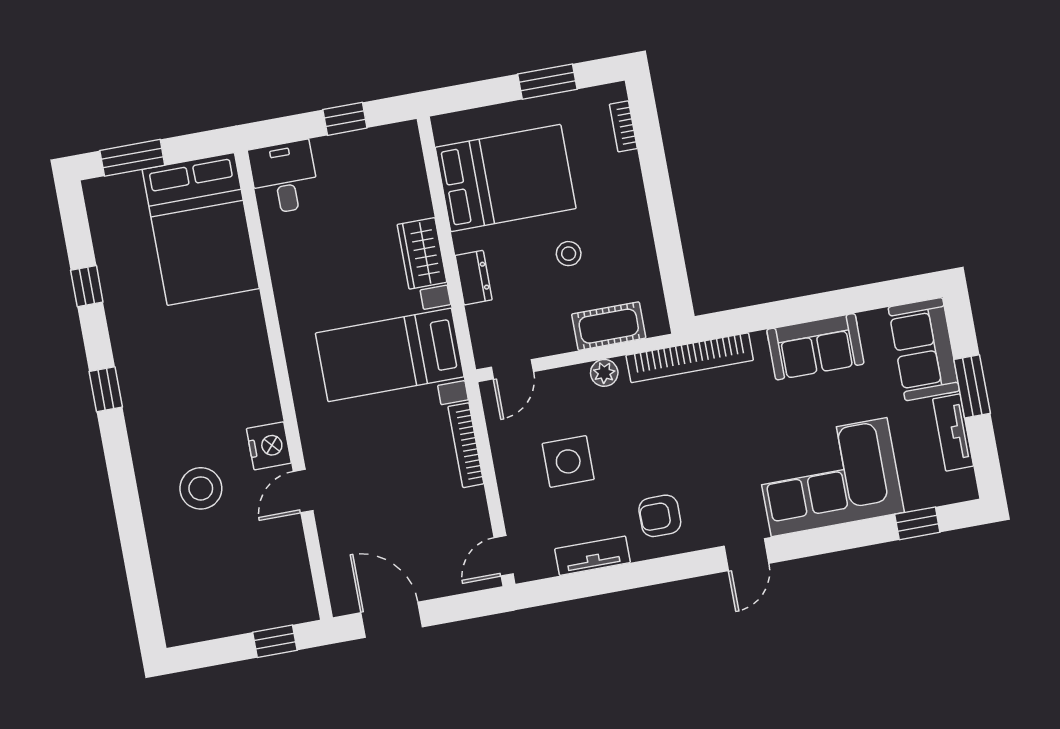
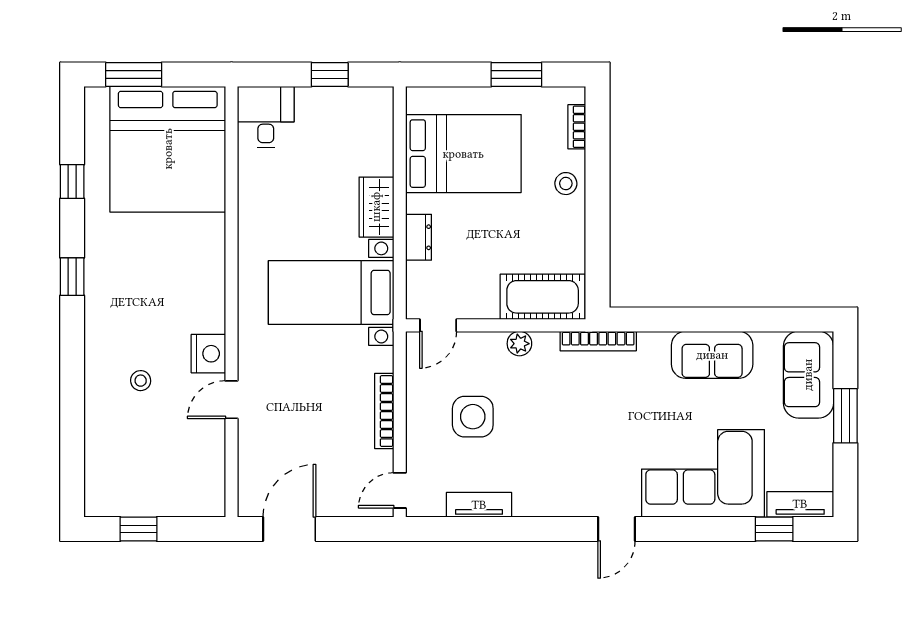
bed: (201, 229) -> (168, 149), width x1.36
stool: (569, 254) -> (566, 184), moved
cot: (609, 326) -> (543, 297), width x1.37, depth x1.34
bookcase: (690, 358) -> (598, 341), width x0.68, depth x0.76
tv unit: (953, 433) -> (800, 504), moved, turned 90
bookcase: (466, 445) -> (384, 411), moved
stool: (201, 488) -> (141, 381), width x0.53, depth x0.53
armchair: (660, 516) -> (546, 480), removed
door: (392, 620) -> (289, 529), hinge flipped
window: (275, 641) -> (139, 529), moved

